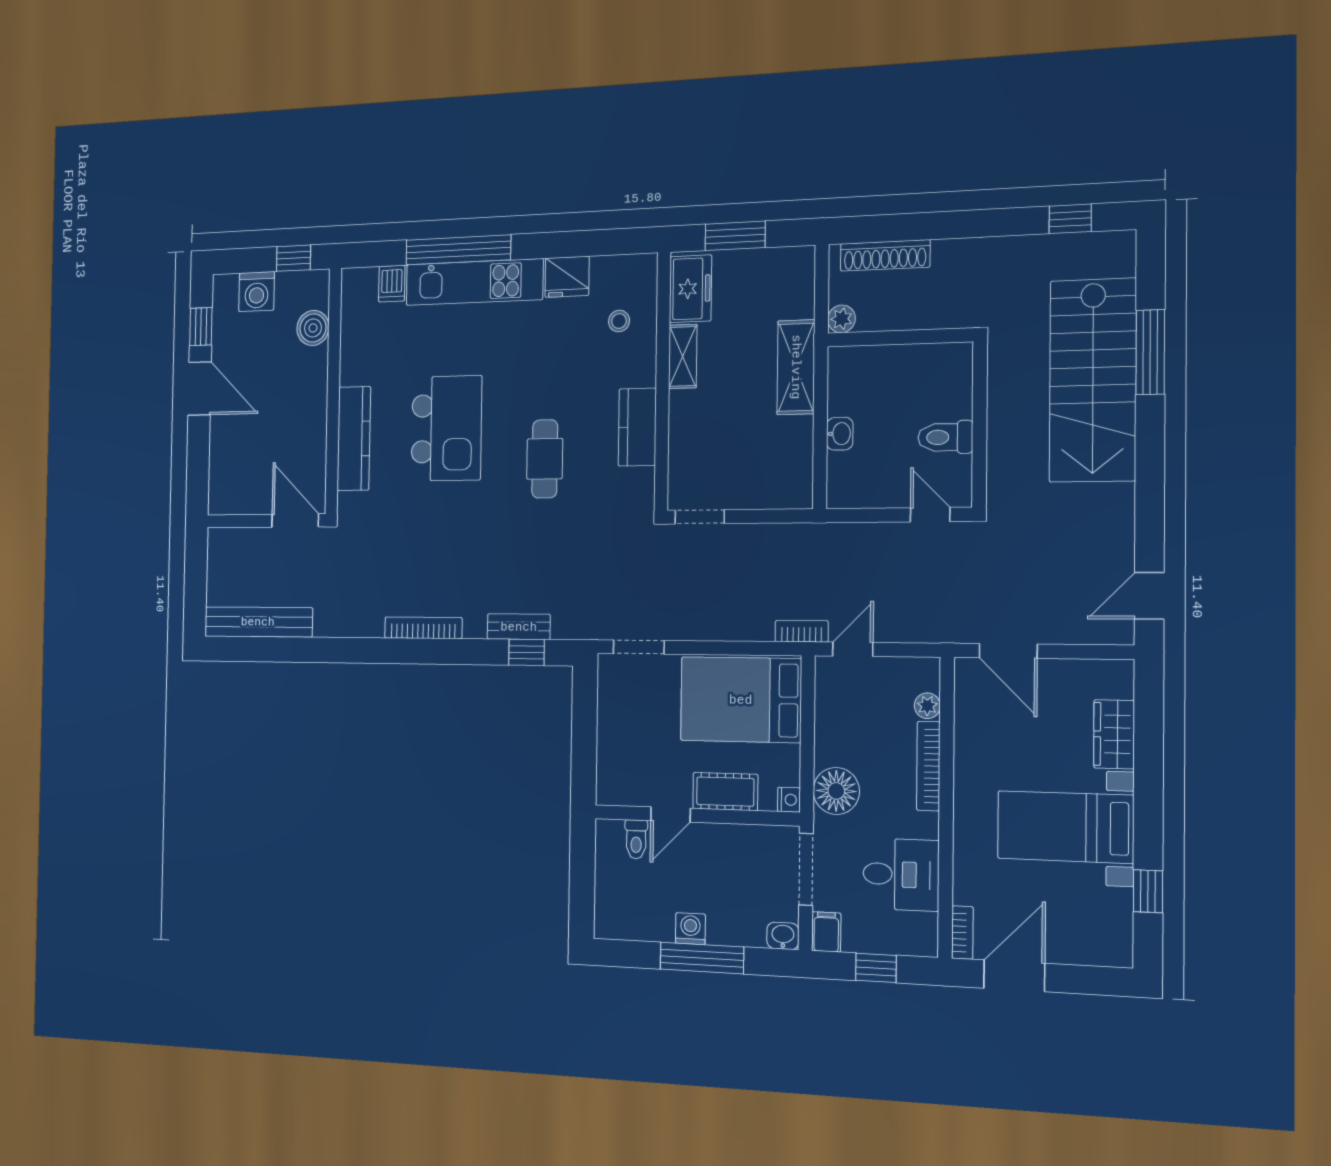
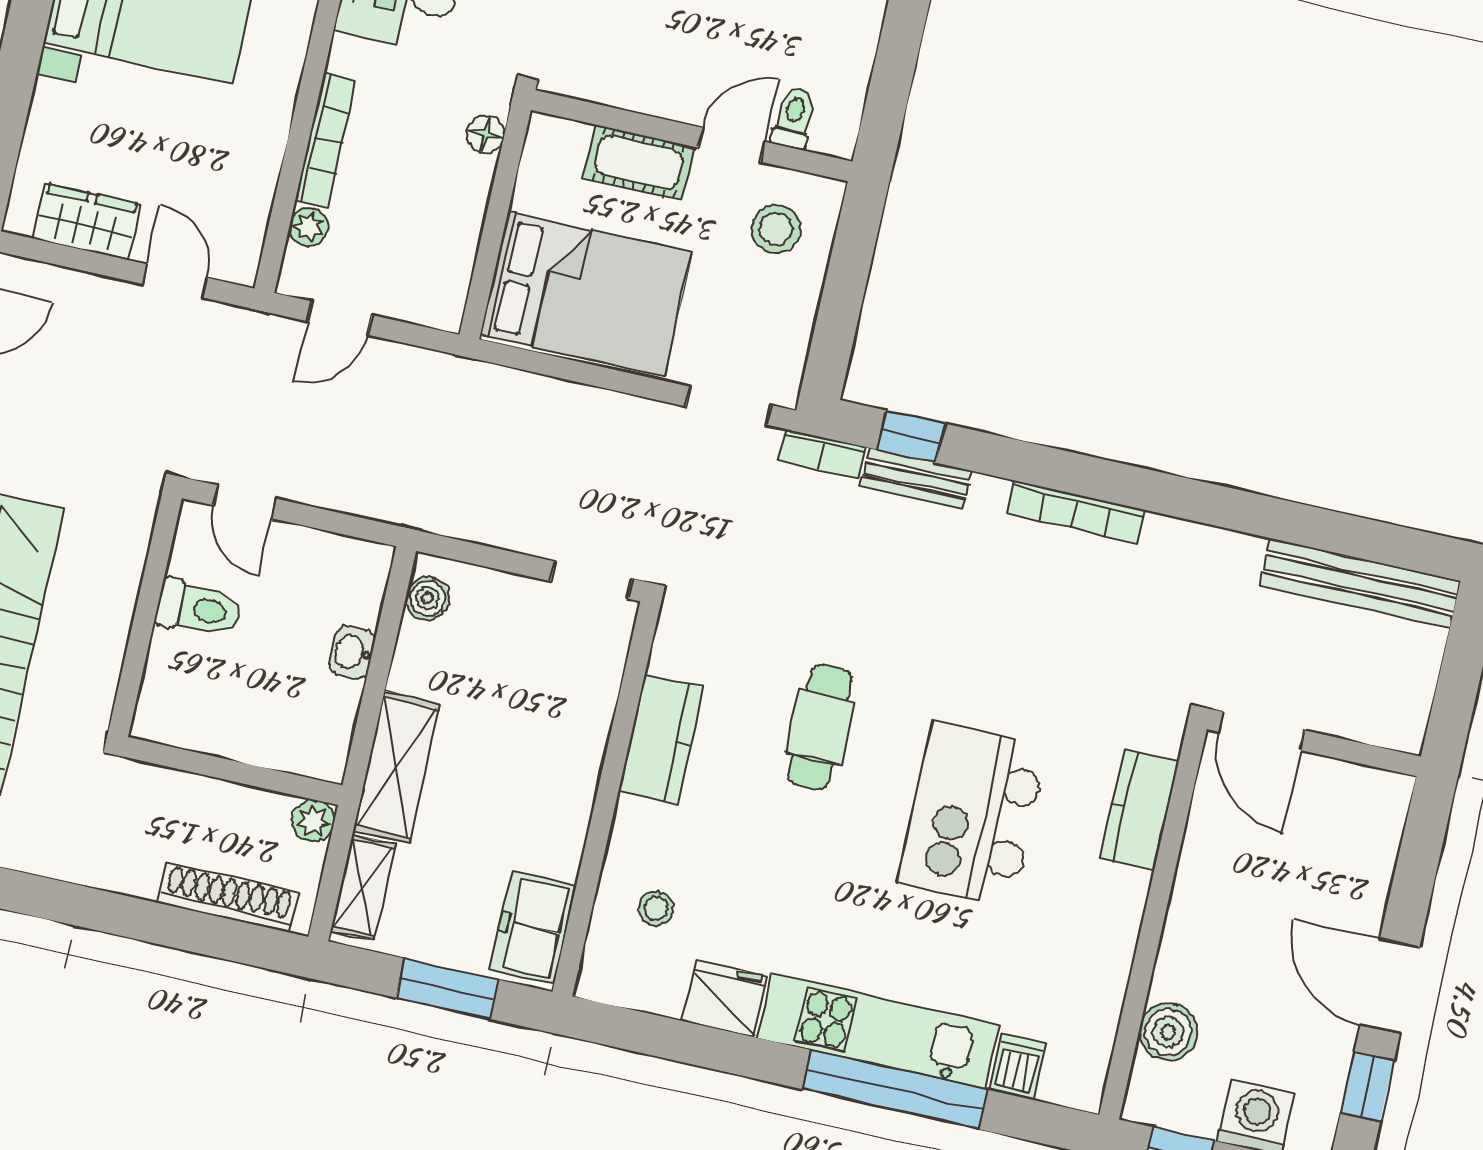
shelving: (683, 356) -> (363, 887), moved
kitchen counter: (354, 439) -> (1139, 810), width x0.67
boiler: (799, 480) -> (428, 598), added
bookcase: (802, 631) -> (822, 454), moved
door: (853, 649) -> (340, 318), moved
door: (1008, 651) -> (175, 281), width x0.73
wardrobe: (1114, 734) -> (87, 222), moved, turned -90
stool: (633, 766) -> (776, 229), added
floor lamp: (836, 791) -> (486, 134), width x0.53, depth x0.53
nightstand: (789, 800) -> (544, 132), removed

